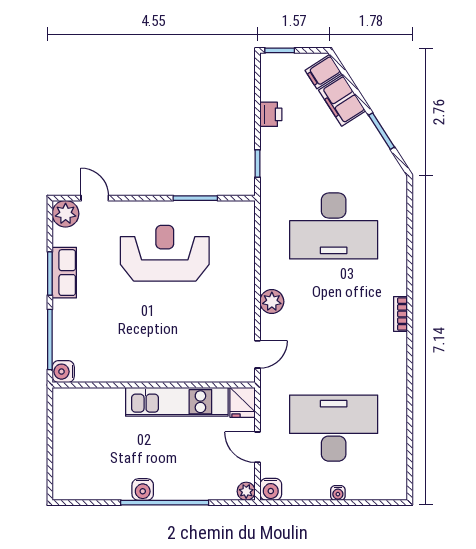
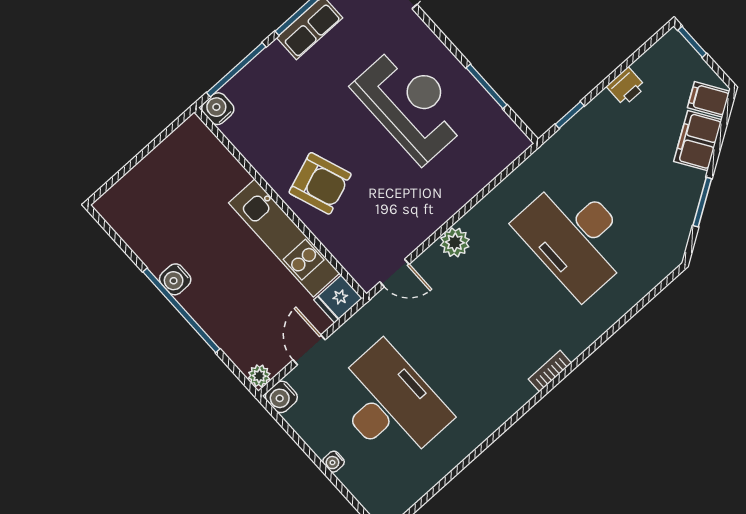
armchair: (163, 351) -> (320, 183), added

